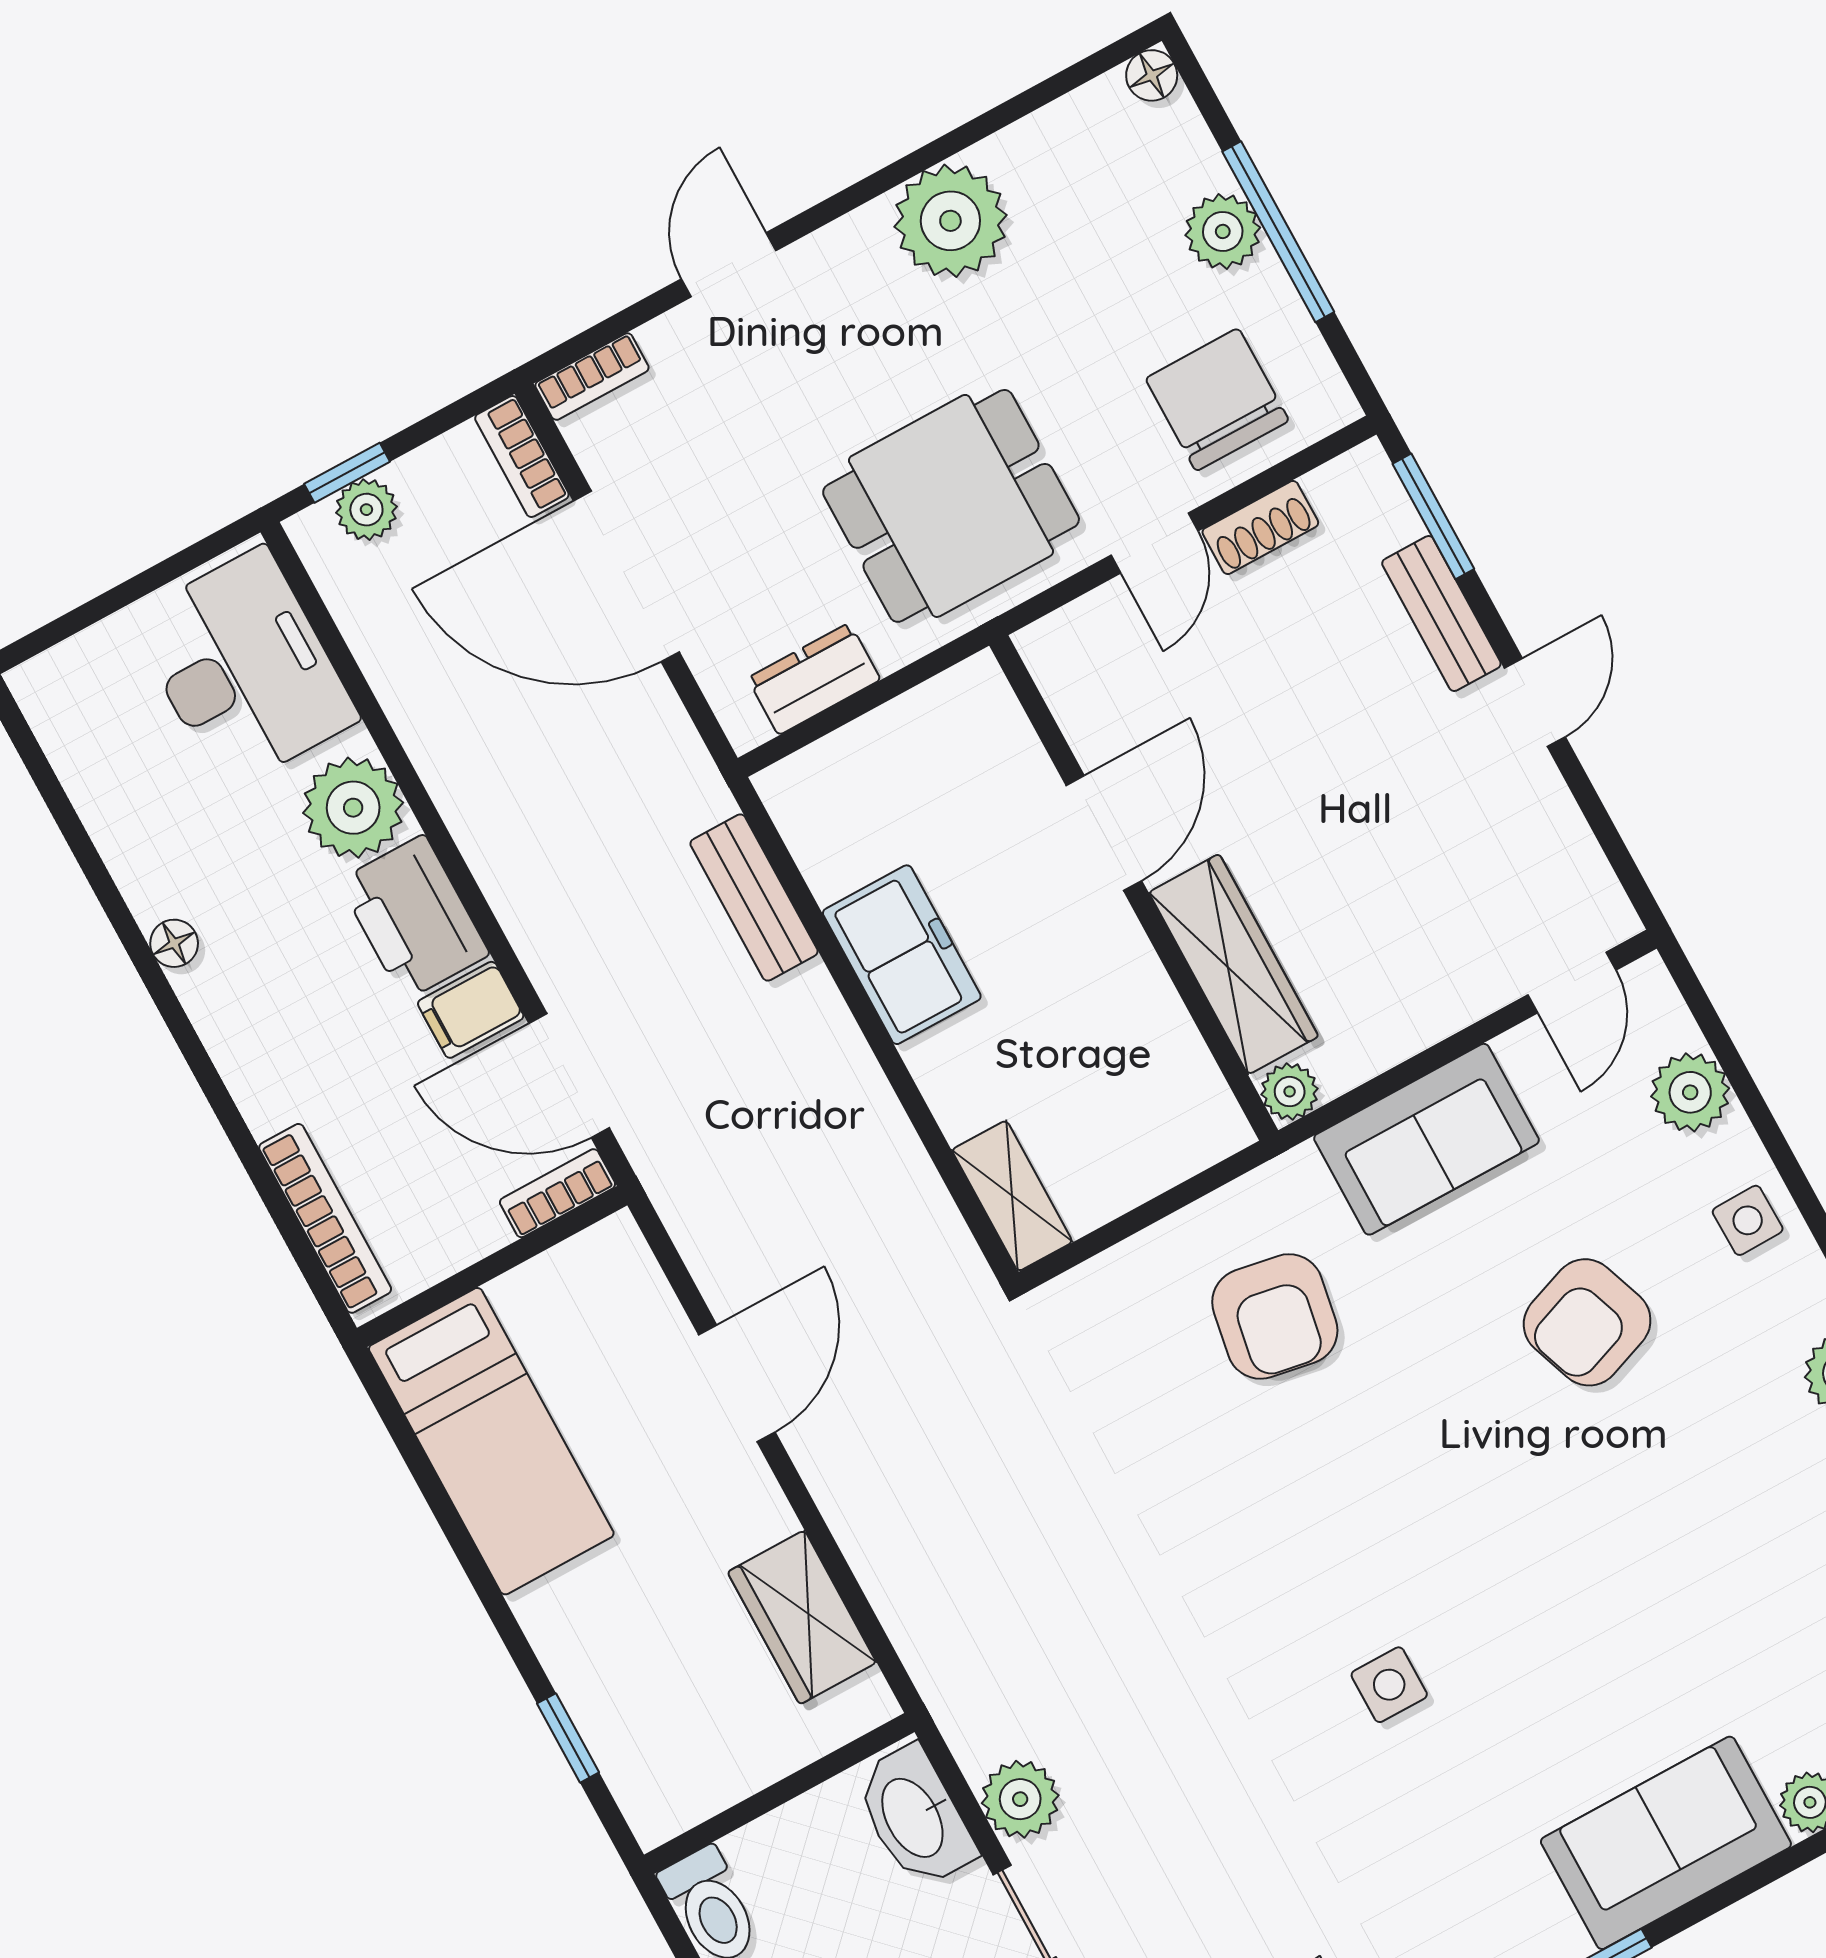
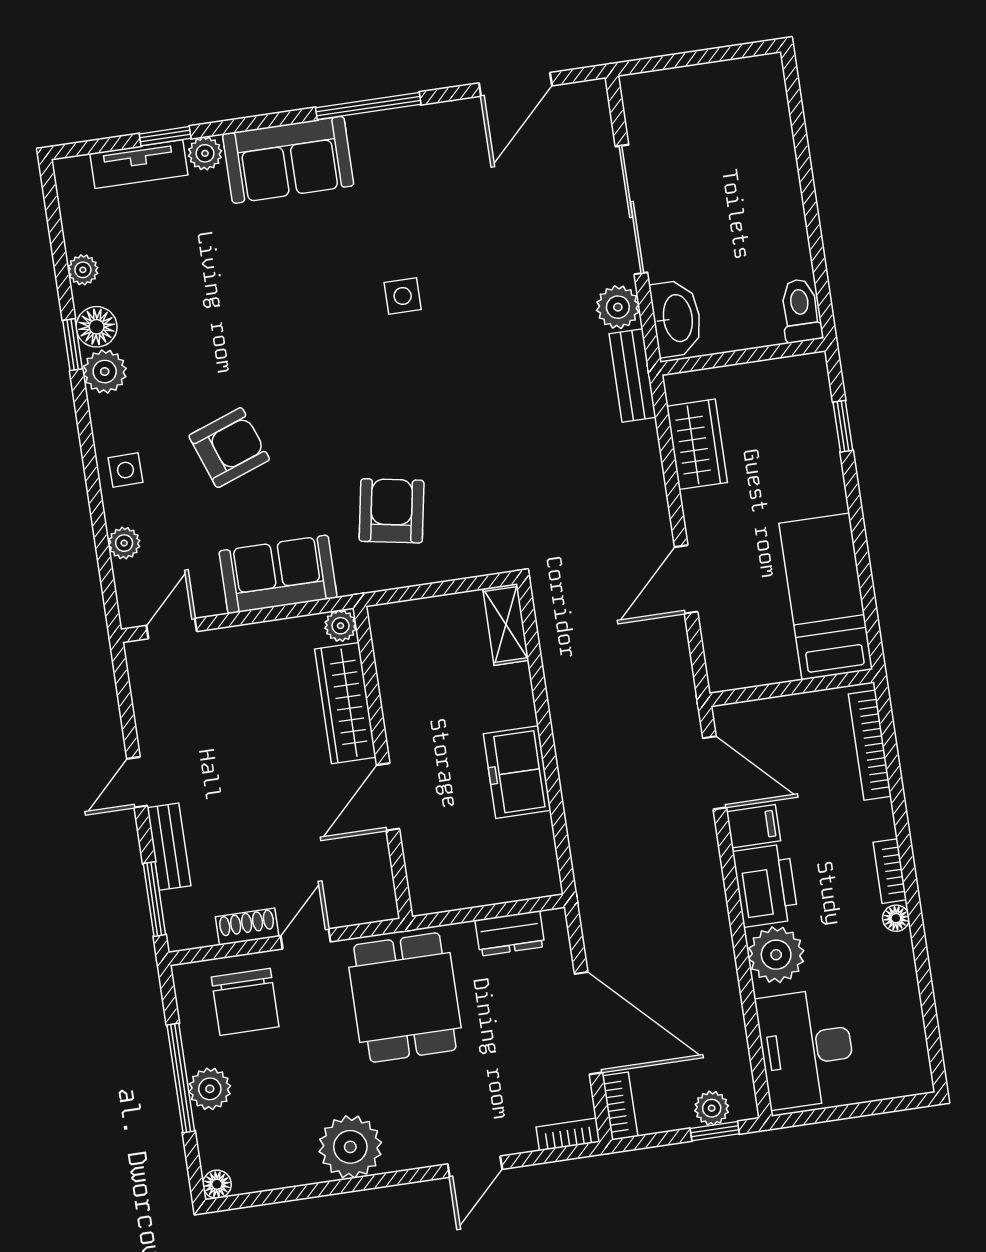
dining table: (951, 506) -> (405, 998), turned 90
bench: (754, 897) -> (633, 375), moved
plant: (1690, 1092) -> (124, 543), width x0.73, depth x0.73
bookcase: (558, 1193) -> (890, 871), moved, turned 90

